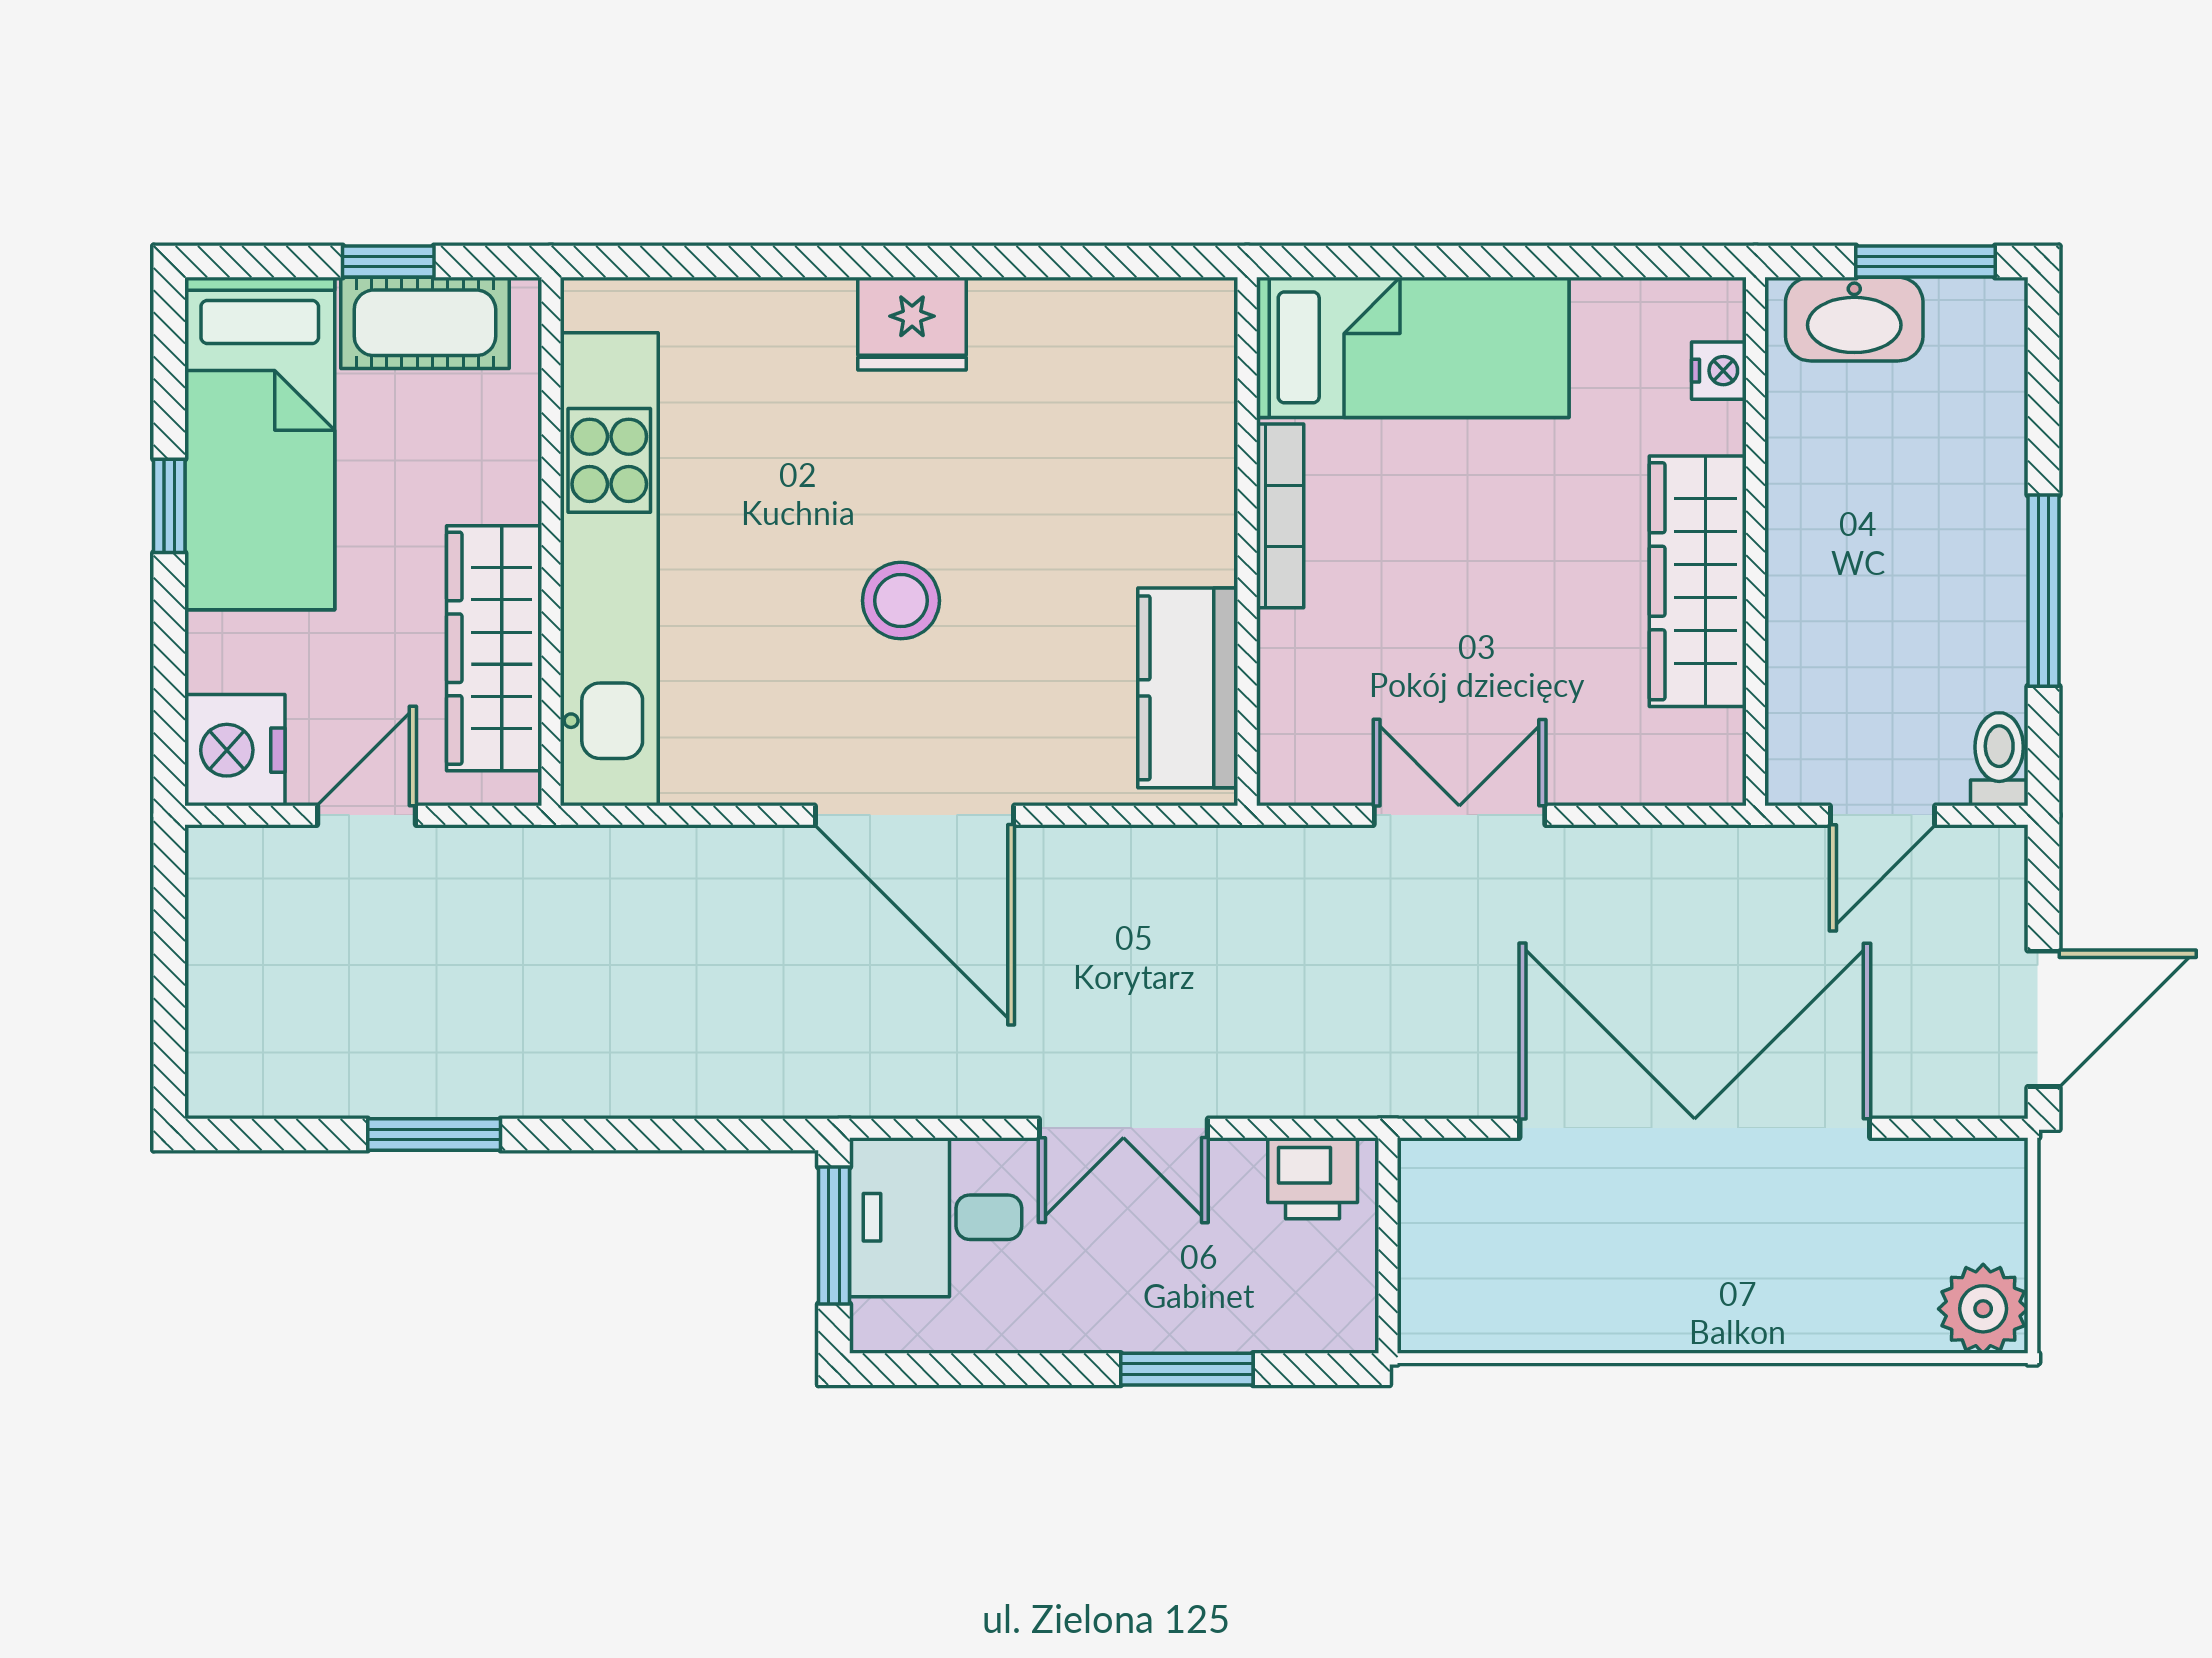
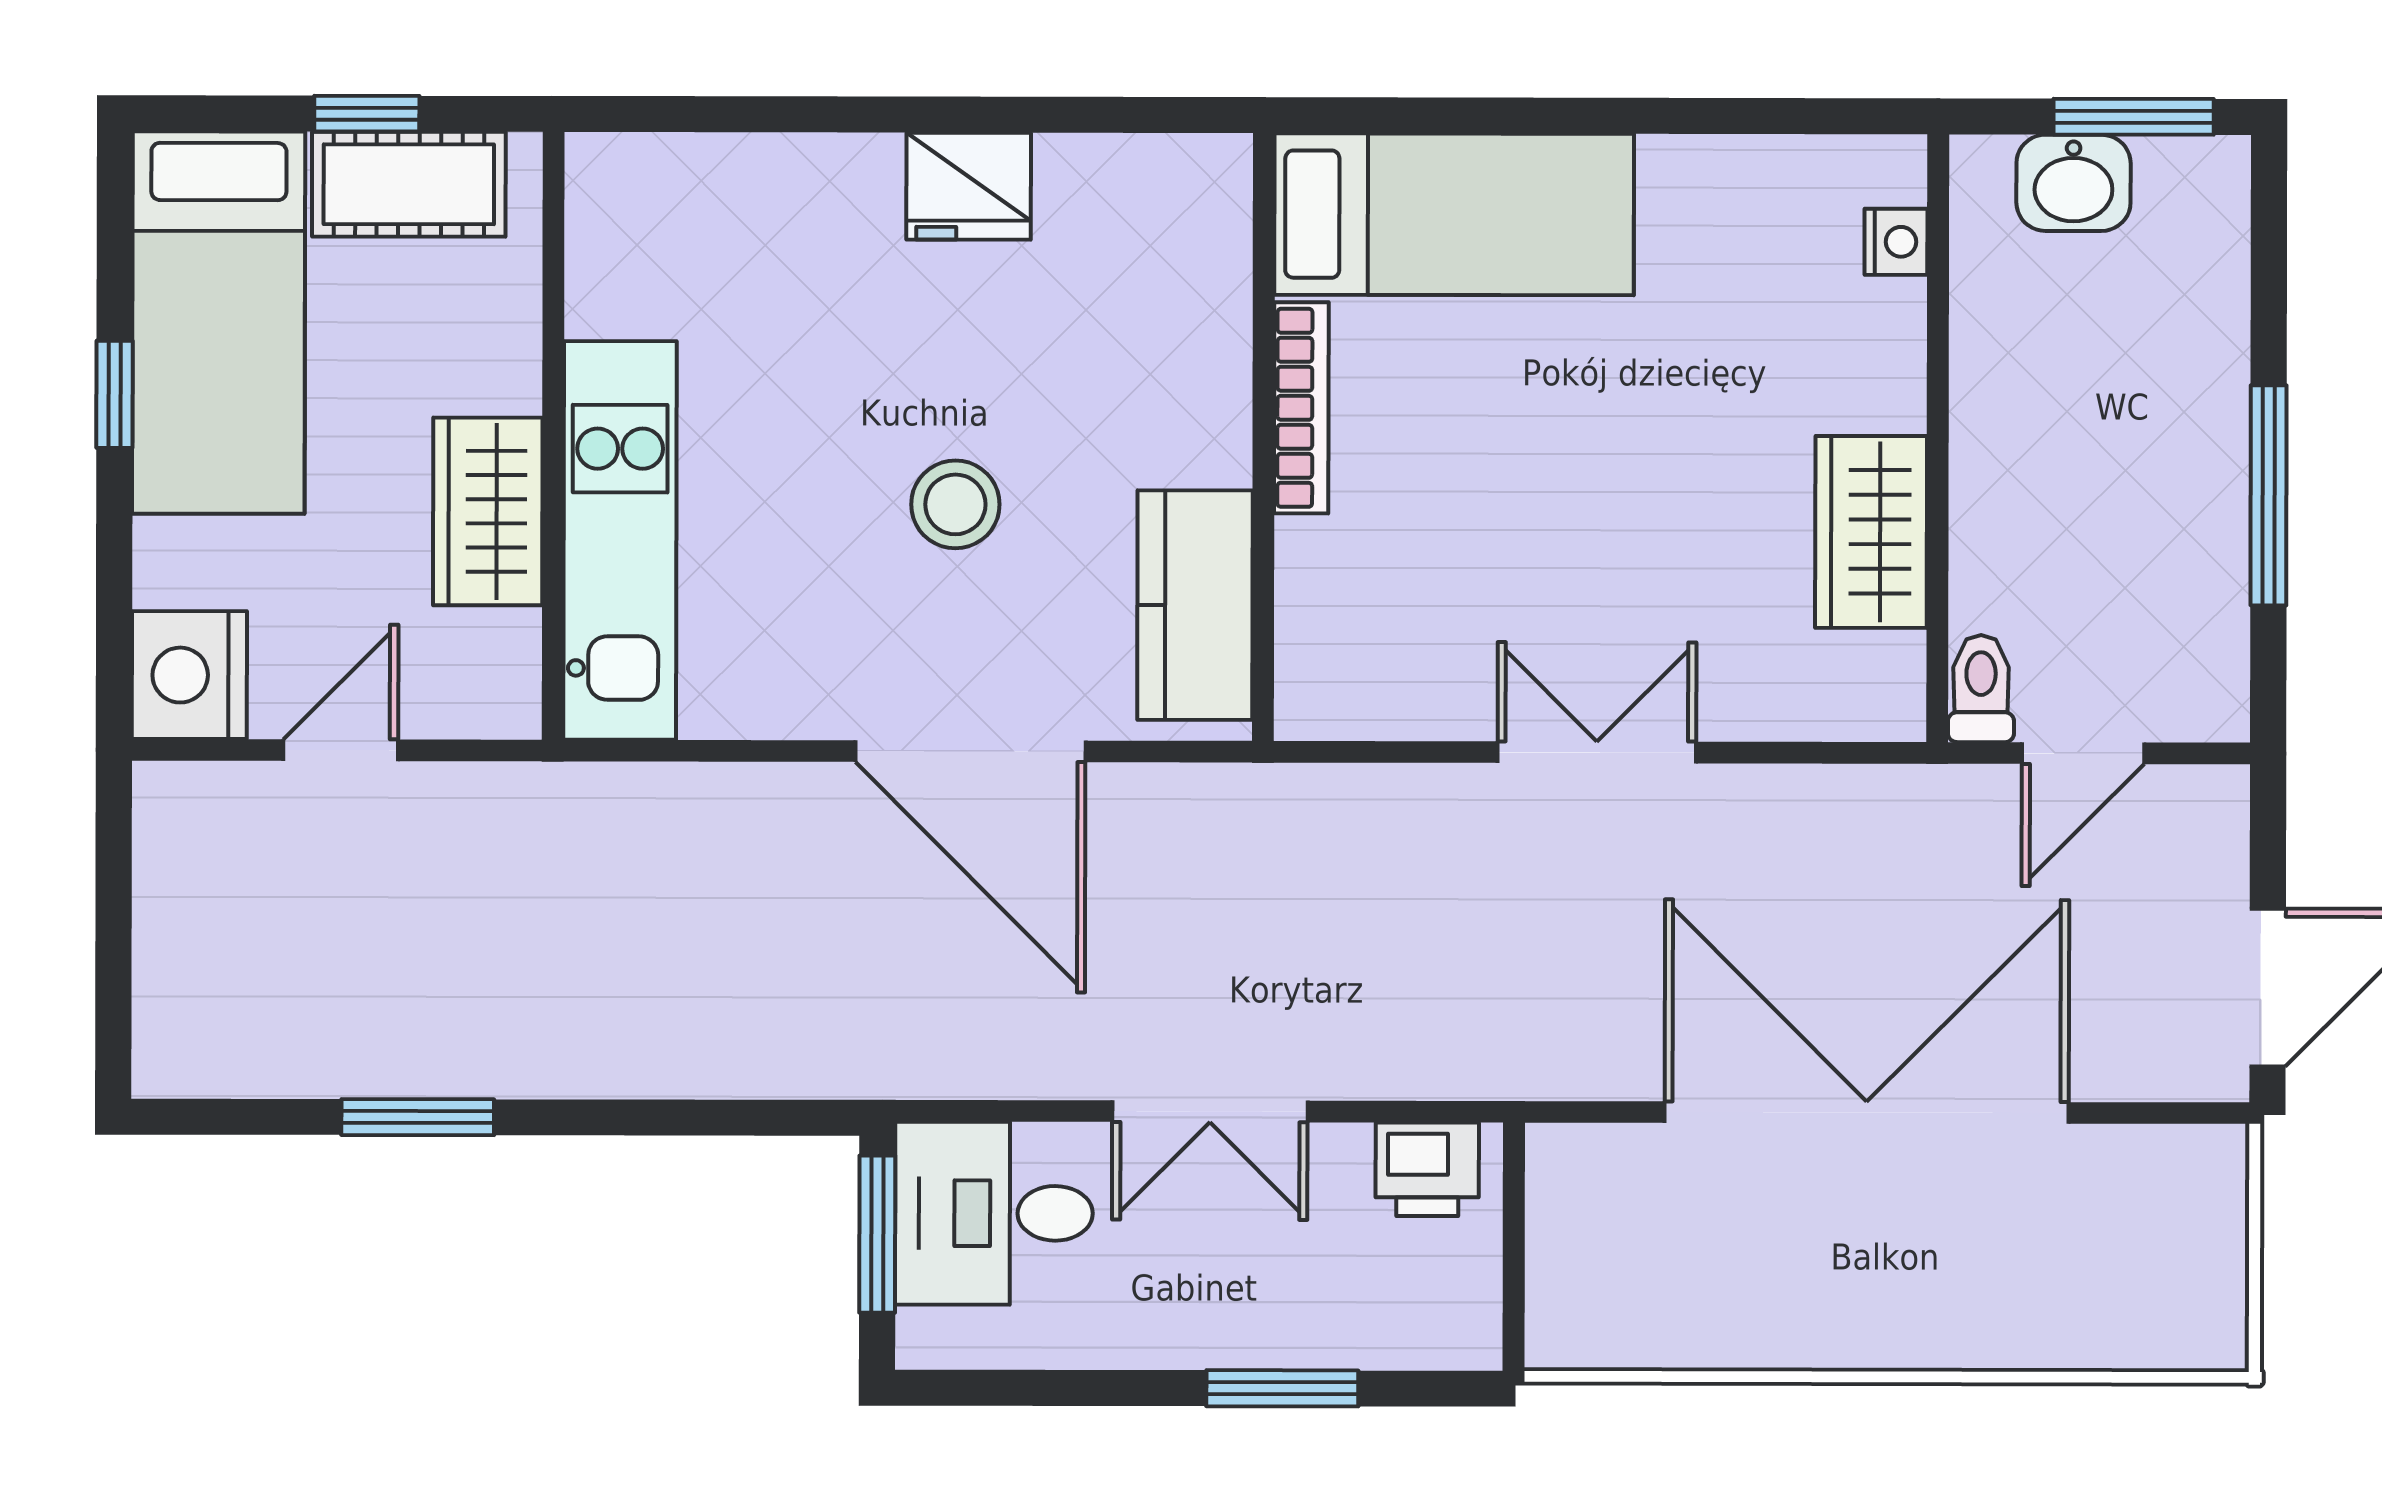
washbasin: (1854, 319) -> (2073, 183), width x0.72
bed: (1413, 347) -> (1454, 214), moved
bookcase: (1280, 516) -> (1301, 408), moved
wall: (1247, 541) -> (1263, 437), moved
kitchen unit: (609, 569) -> (620, 540), width x0.73
wardrobe: (1698, 581) -> (1871, 532), width x0.67
wardrobe: (494, 648) -> (488, 511), width x0.67
kitchen counter: (1188, 688) -> (1195, 605), moved
toilet: (1999, 759) -> (1981, 689), moved
plant: (1983, 1309) -> (2198, 1321), removed

